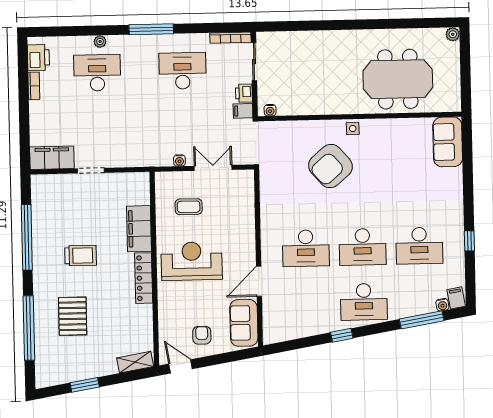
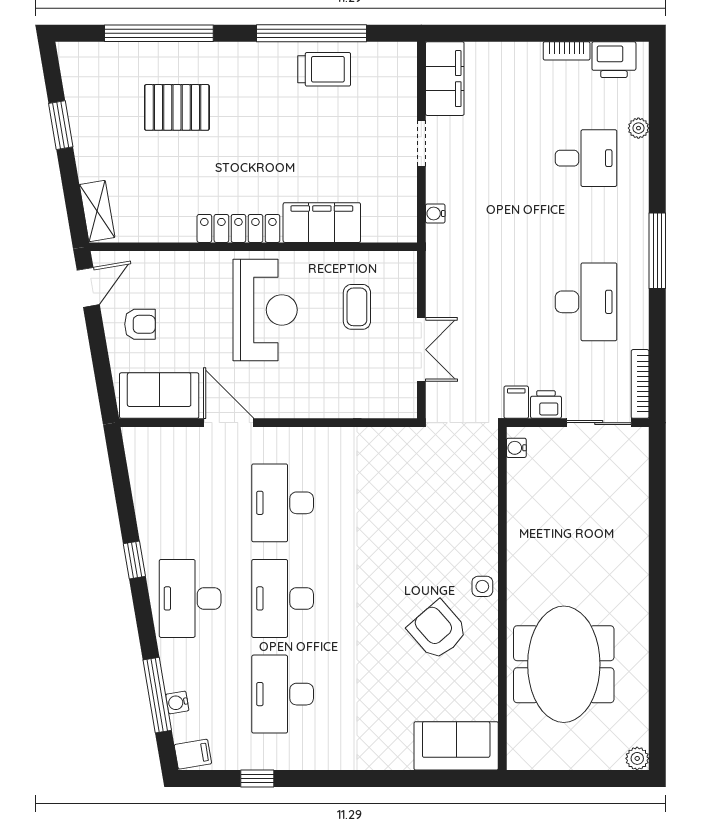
plant: (100, 42) -> (638, 128), moved
desk: (97, 73) -> (586, 158), width x0.73
water cooler: (179, 160) -> (435, 213), moved
armchair: (330, 166) -> (438, 630), moved, width x0.73, depth x0.73
window: (469, 241) -> (257, 778), moved
trolley: (81, 256) -> (324, 69), moved, turned -90
water cooler: (442, 305) -> (177, 702), moved

